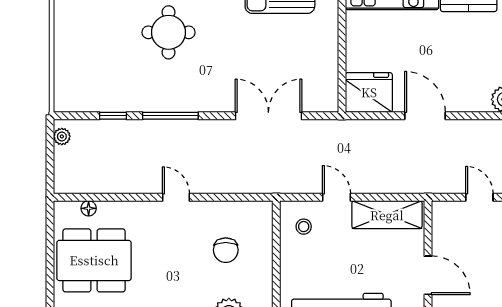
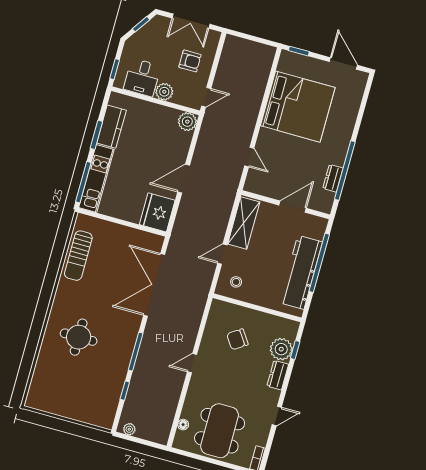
double door: (268, 116) -> (154, 285), width x1.36
door: (479, 197) -> (249, 157), swing flipped
chair: (226, 250) -> (237, 339), turned 146

